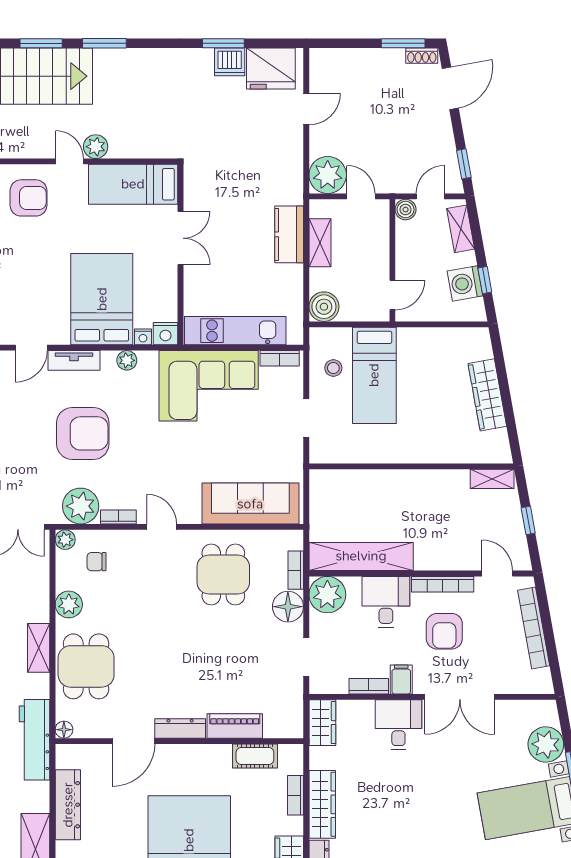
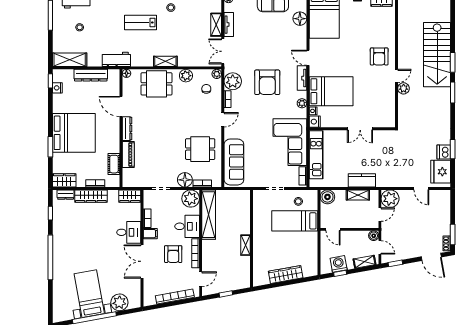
bed: (133, 184) -> (386, 106), removed
shelving: (492, 479) -> (246, 245), moved
armchair: (444, 631) -> (173, 254), turned -90
workbench: (35, 740) -> (116, 59), width x0.73

